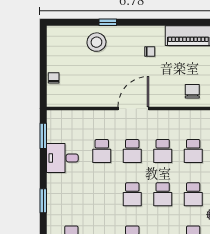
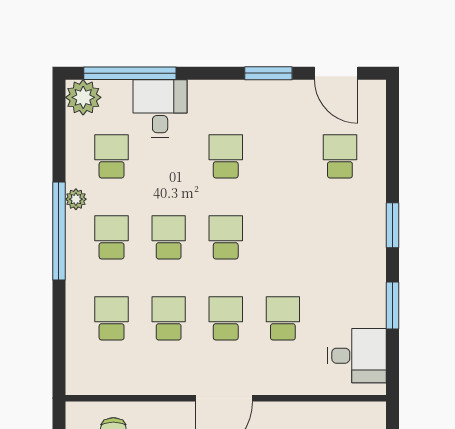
window: (43, 136) -> (393, 305), moved
desk: (62, 158) -> (357, 356), moved

